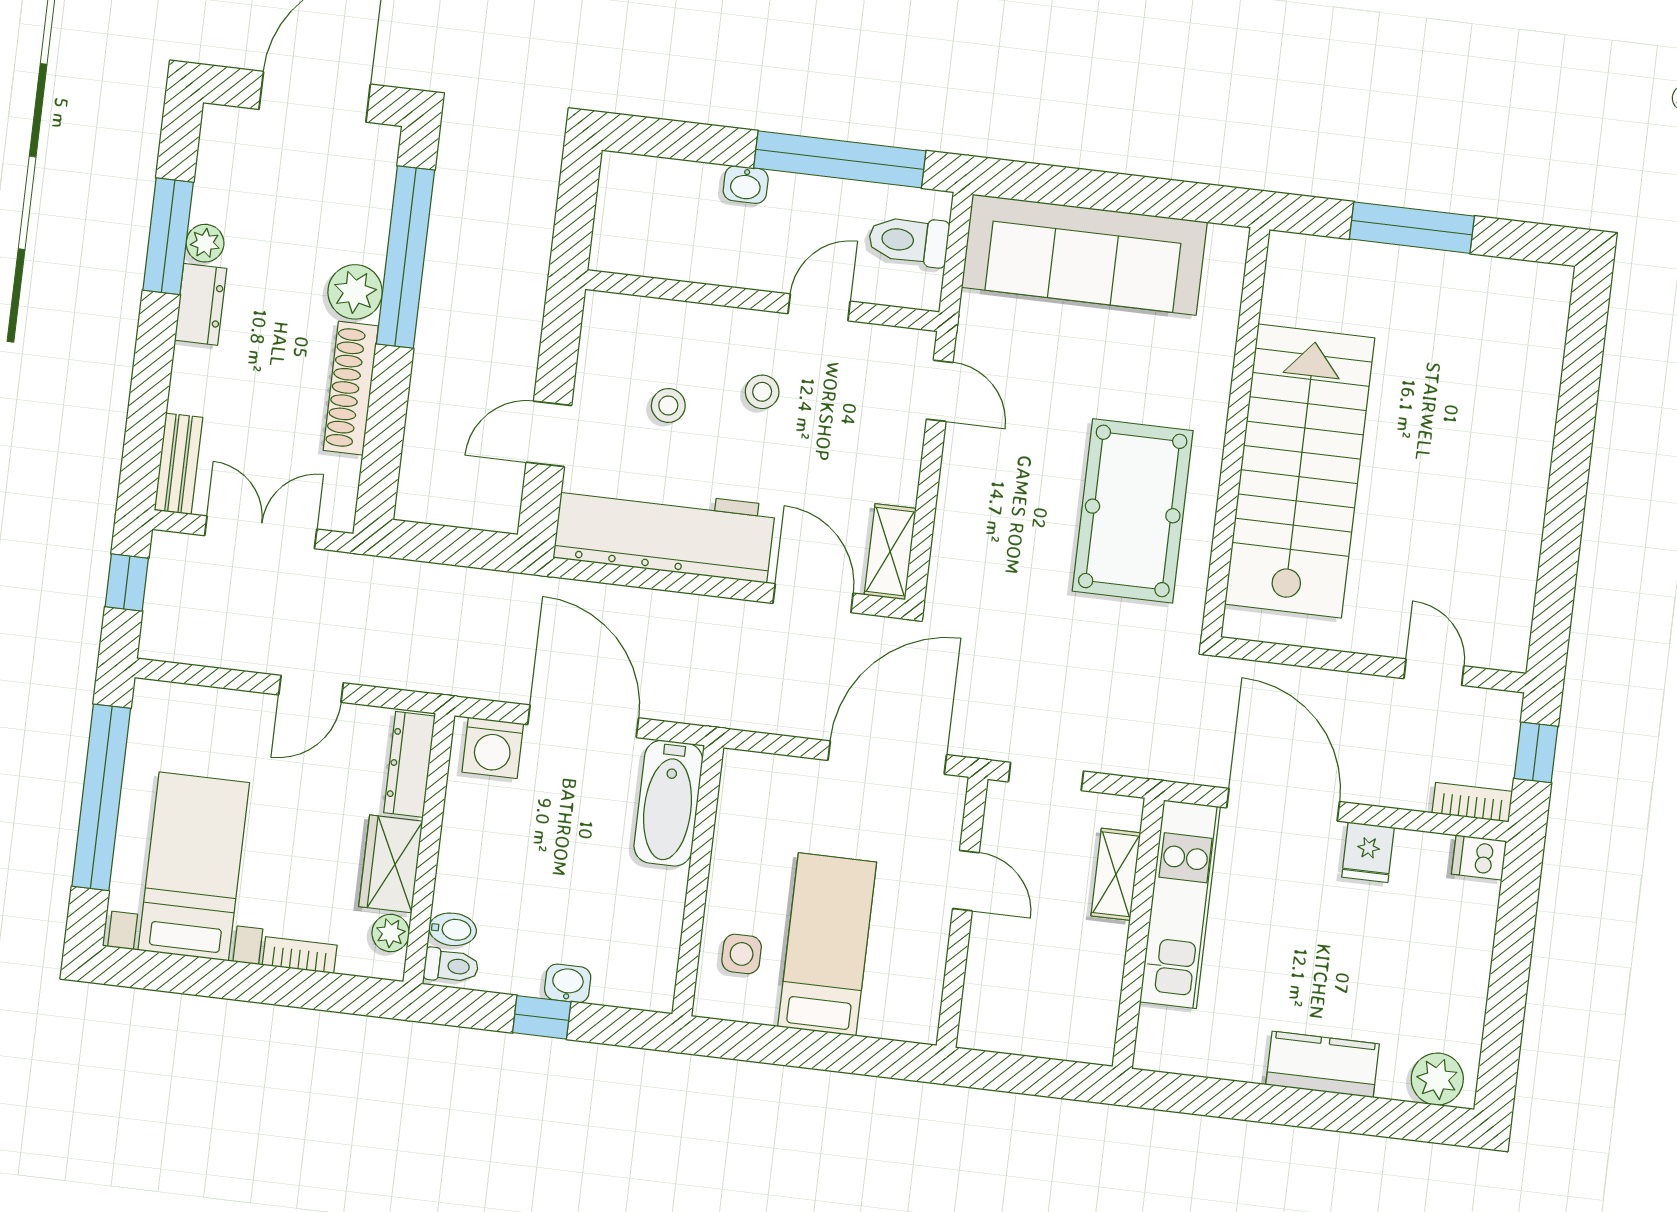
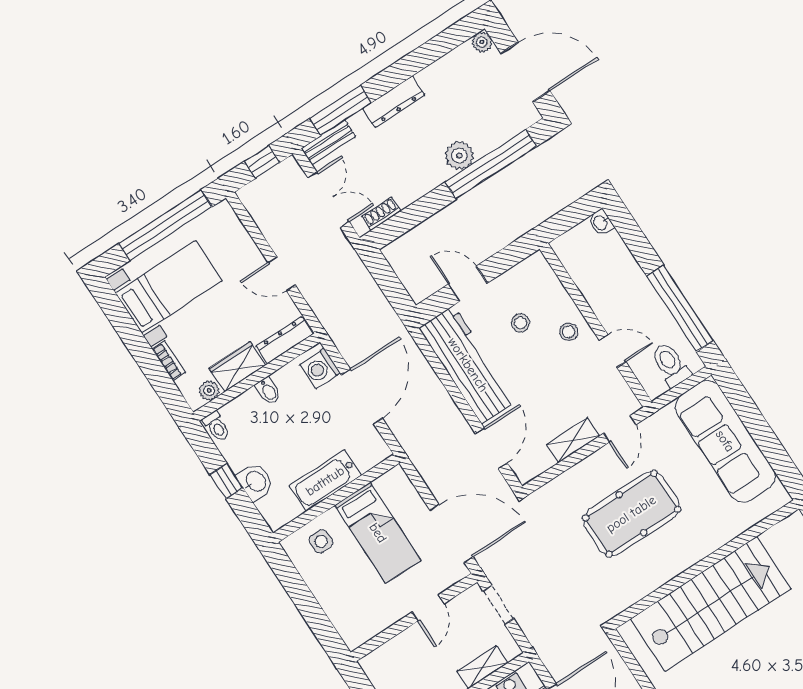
washbasin: (746, 185) -> (601, 223), moved
window: (168, 236) -> (341, 110), moved
plant: (205, 243) -> (482, 42), moved
dresser: (201, 304) -> (394, 102), width x1.44
shoe rack: (351, 388) -> (381, 214), moved, width x0.51, depth x0.81
stool: (762, 392) -> (569, 332), moved
pool table: (1133, 511) -> (631, 514), moved
shelving: (890, 552) -> (573, 440), moved
bathtub: (668, 803) -> (325, 481), moved
bidet: (453, 929) -> (268, 391), moved
bed: (827, 944) -> (378, 533), moved, turned 90
washbasin: (568, 983) -> (255, 482), width x1.38, depth x1.45

